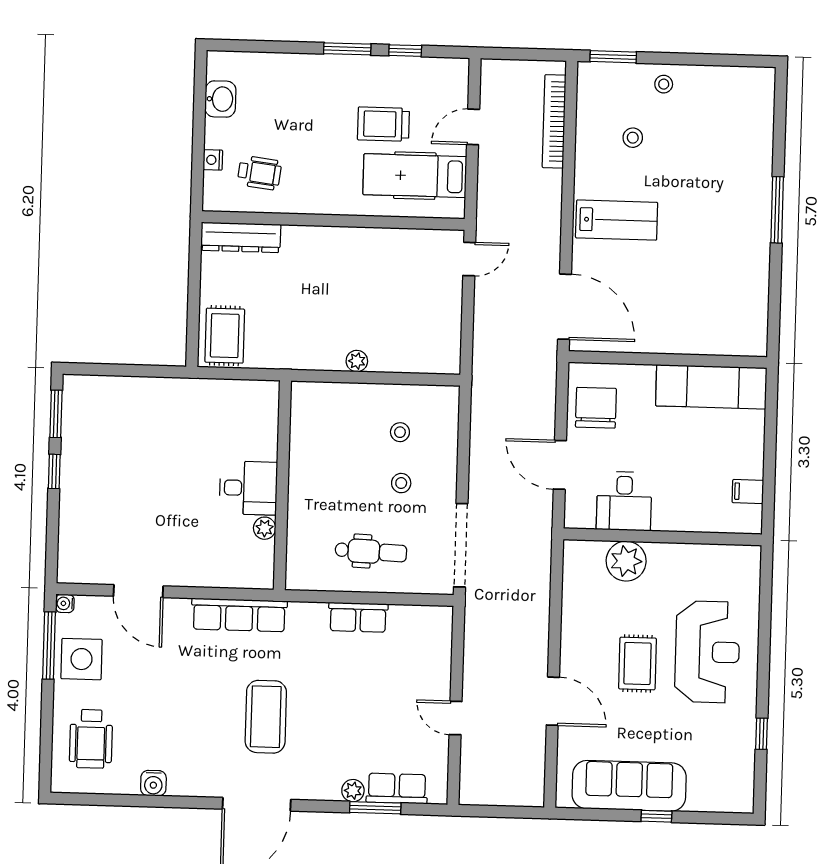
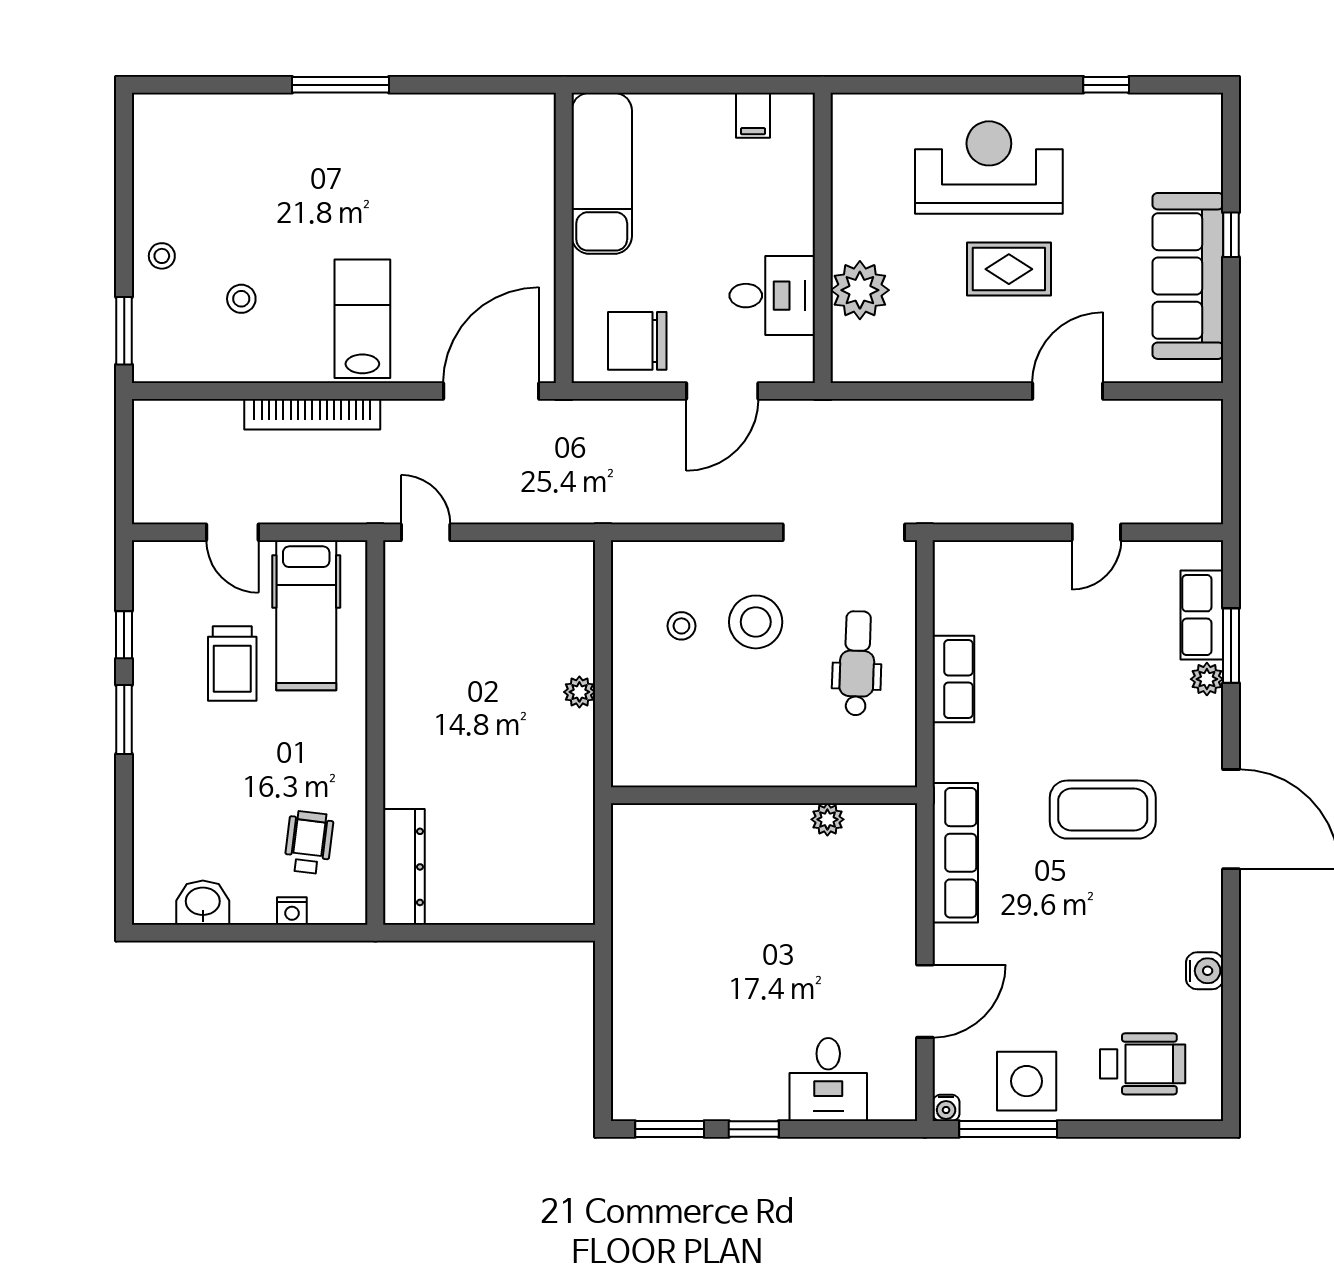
bookcase: (554, 121) -> (312, 414), moved
rug: (225, 336) -> (548, 886), removed
stool: (401, 483) -> (756, 622), width x1.89, depth x1.89
desk: (248, 488) -> (828, 1080), moved, turned 180

